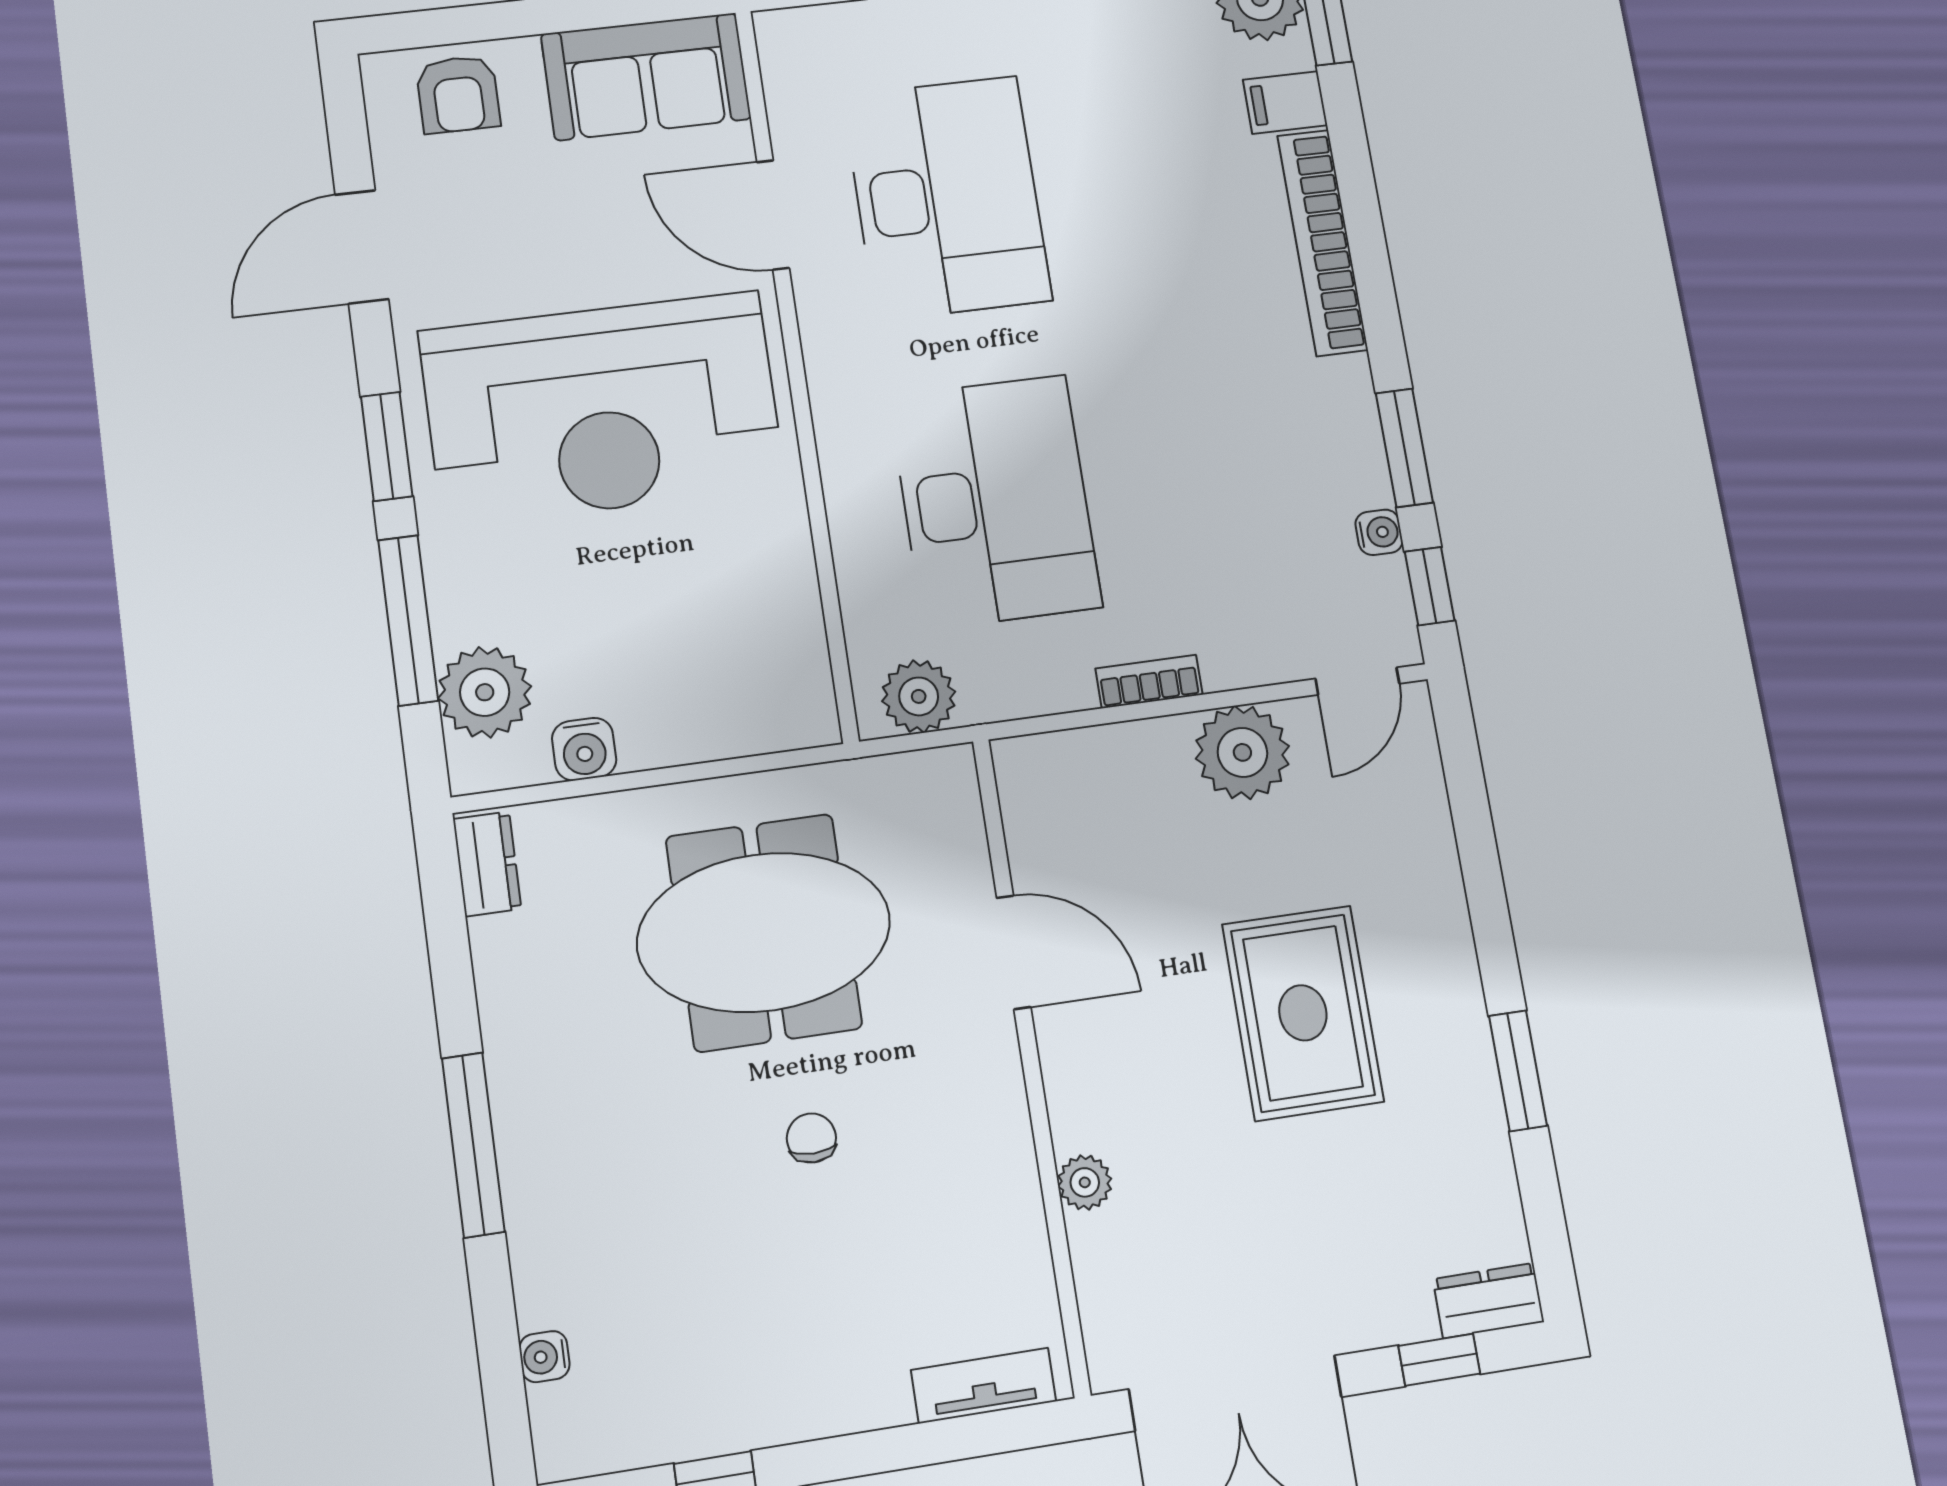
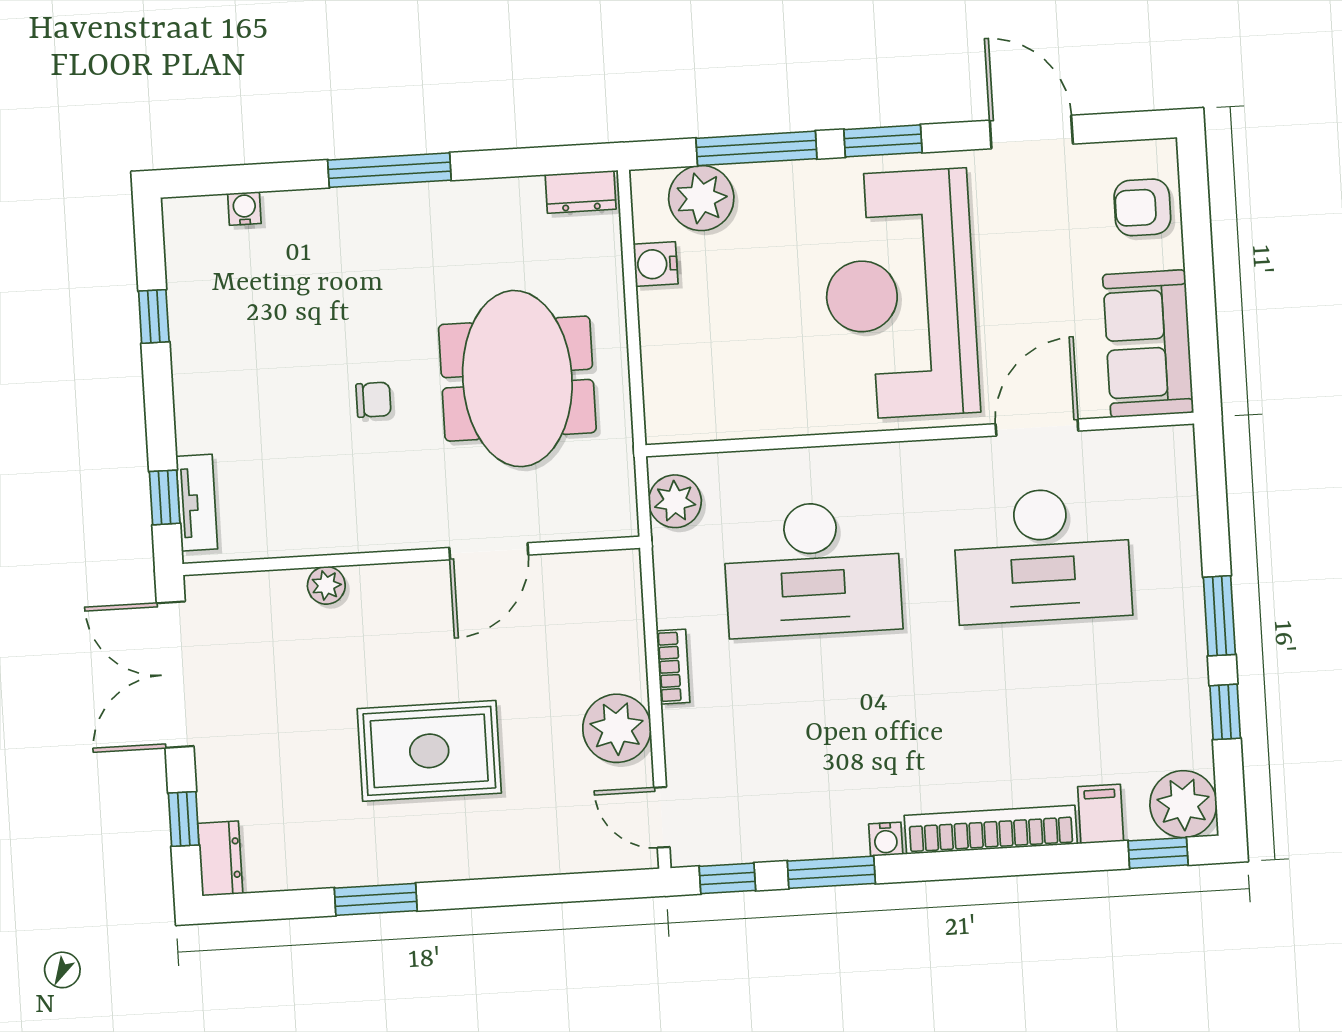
water cooler: (1379, 532) -> (886, 839), moved
window: (981, 1435) -> (165, 497), added

